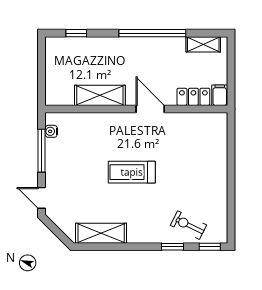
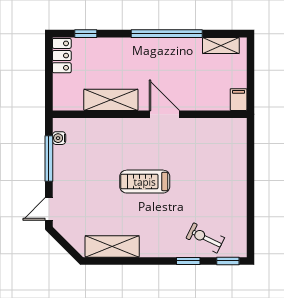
locker: (193, 97) -> (62, 56), moved, turned 90
door: (42, 198) -> (49, 209), hinge flipped

